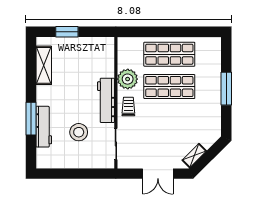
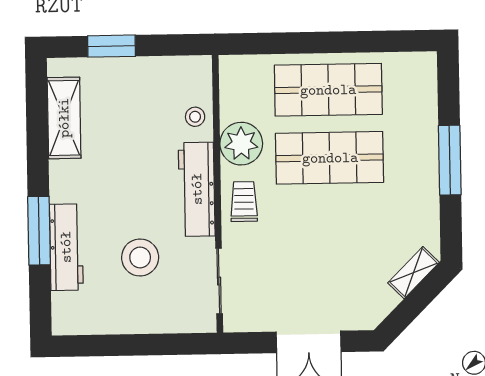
stool: (106, 66) -> (195, 117), added
shelving: (194, 156) -> (414, 273), moved

